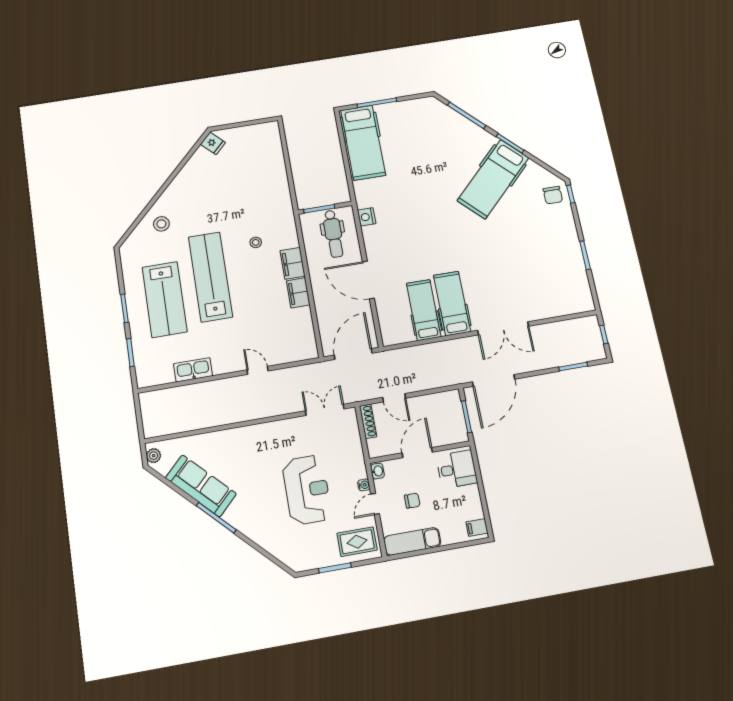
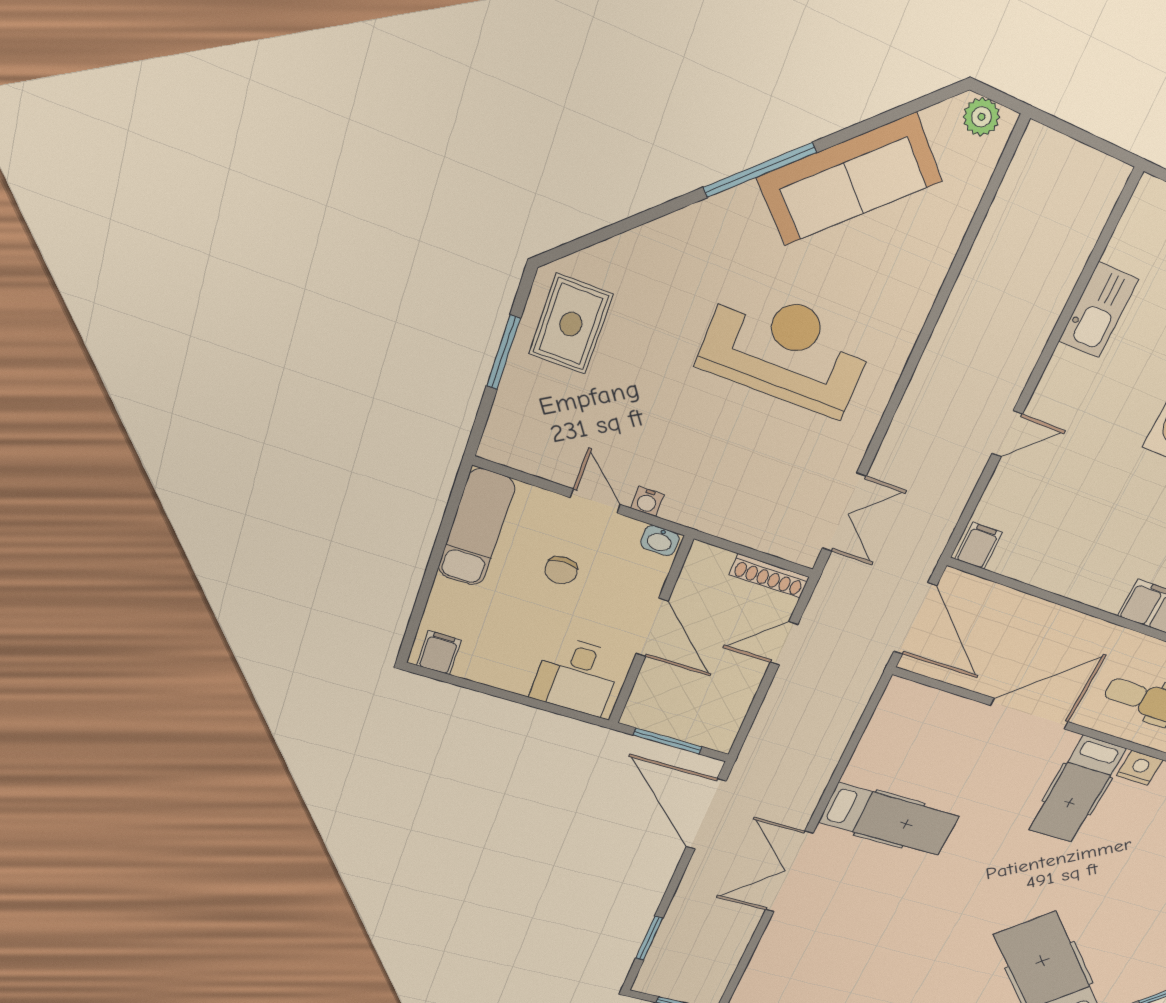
filing cabinet: (298, 293) -> (978, 546), moved, width x0.50
hospital bed: (424, 310) -> (1077, 790), moved, turned 90
reception desk: (307, 490) -> (786, 351), moved, turned 180
rug: (357, 542) -> (571, 324), moved

